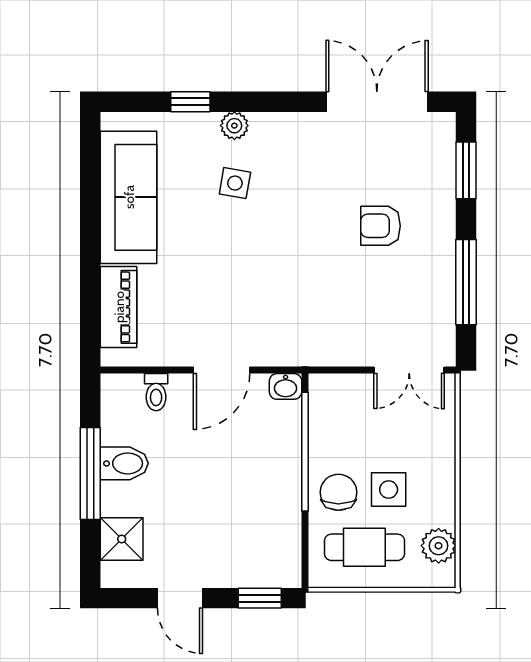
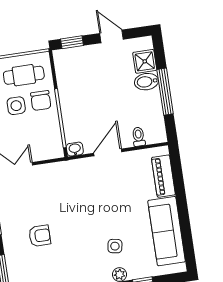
bidet: (124, 463) -> (146, 82), moved

